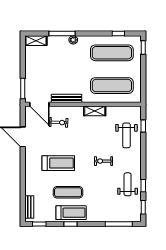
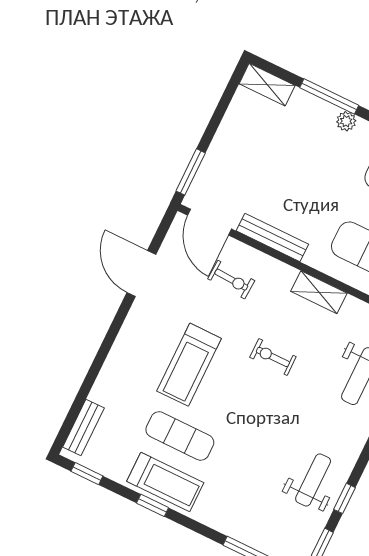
exercise bike: (103, 161) -> (273, 357), moved
treadmill: (58, 163) -> (189, 365), turned 90

